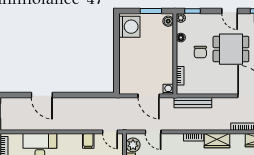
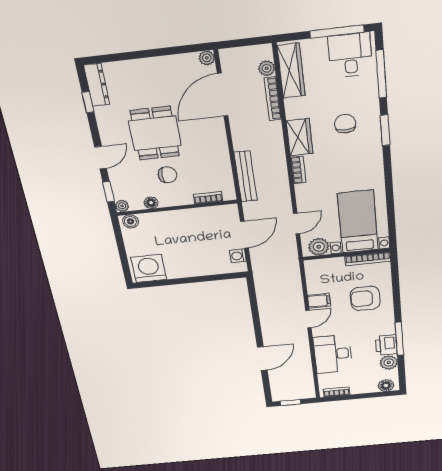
window: (151, 11) -> (121, 245), removed
door: (230, 11) -> (101, 158), moved
washing machine: (168, 89) -> (238, 256), moved
door: (110, 132) -> (308, 319), moved

